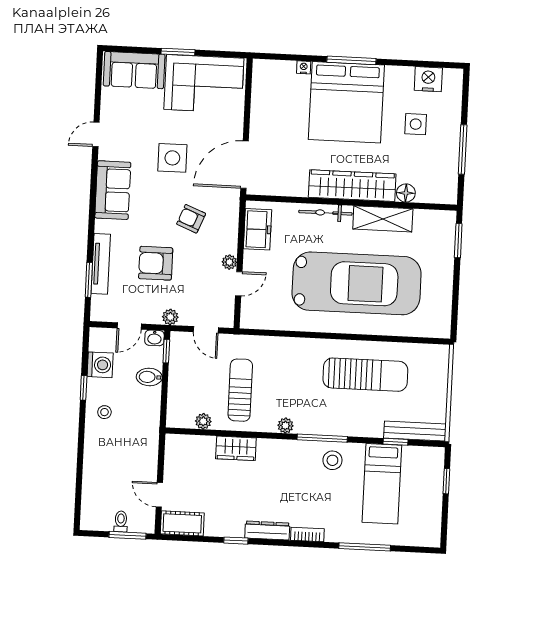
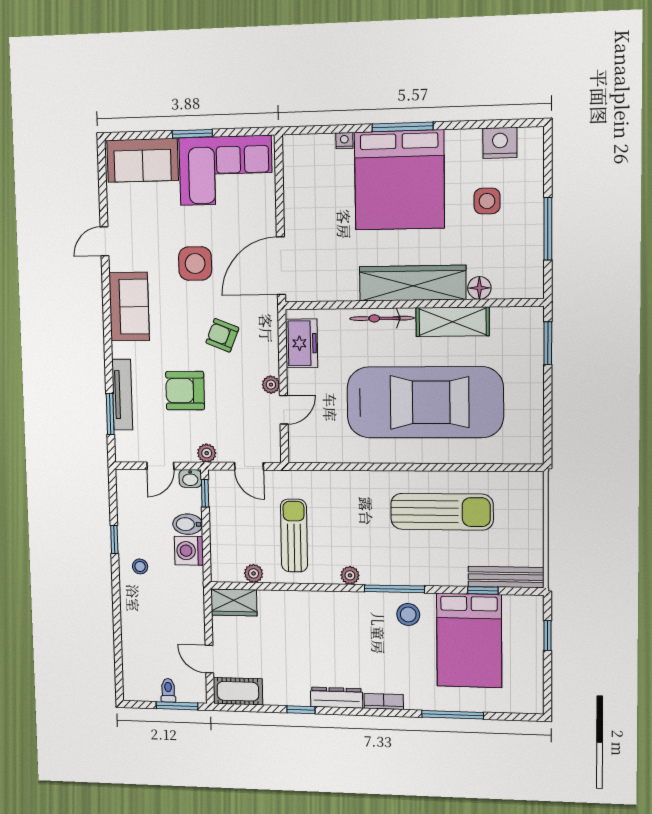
washing machine: (100, 365) -> (189, 551), moved, turned 180
wardrobe: (236, 448) -> (234, 602), moved
bed: (382, 484) -> (469, 640), width x1.50

